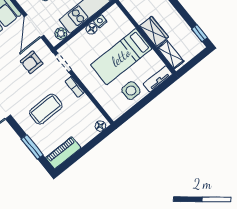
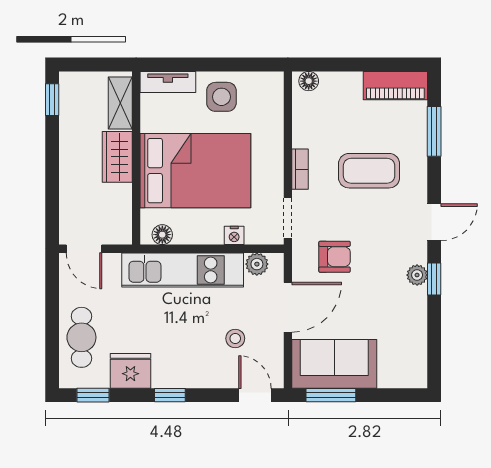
nightstand: (100, 21) -> (234, 235), moved
floor lamp: (92, 29) -> (162, 235), moved
bed: (121, 57) -> (195, 171), width x1.50

